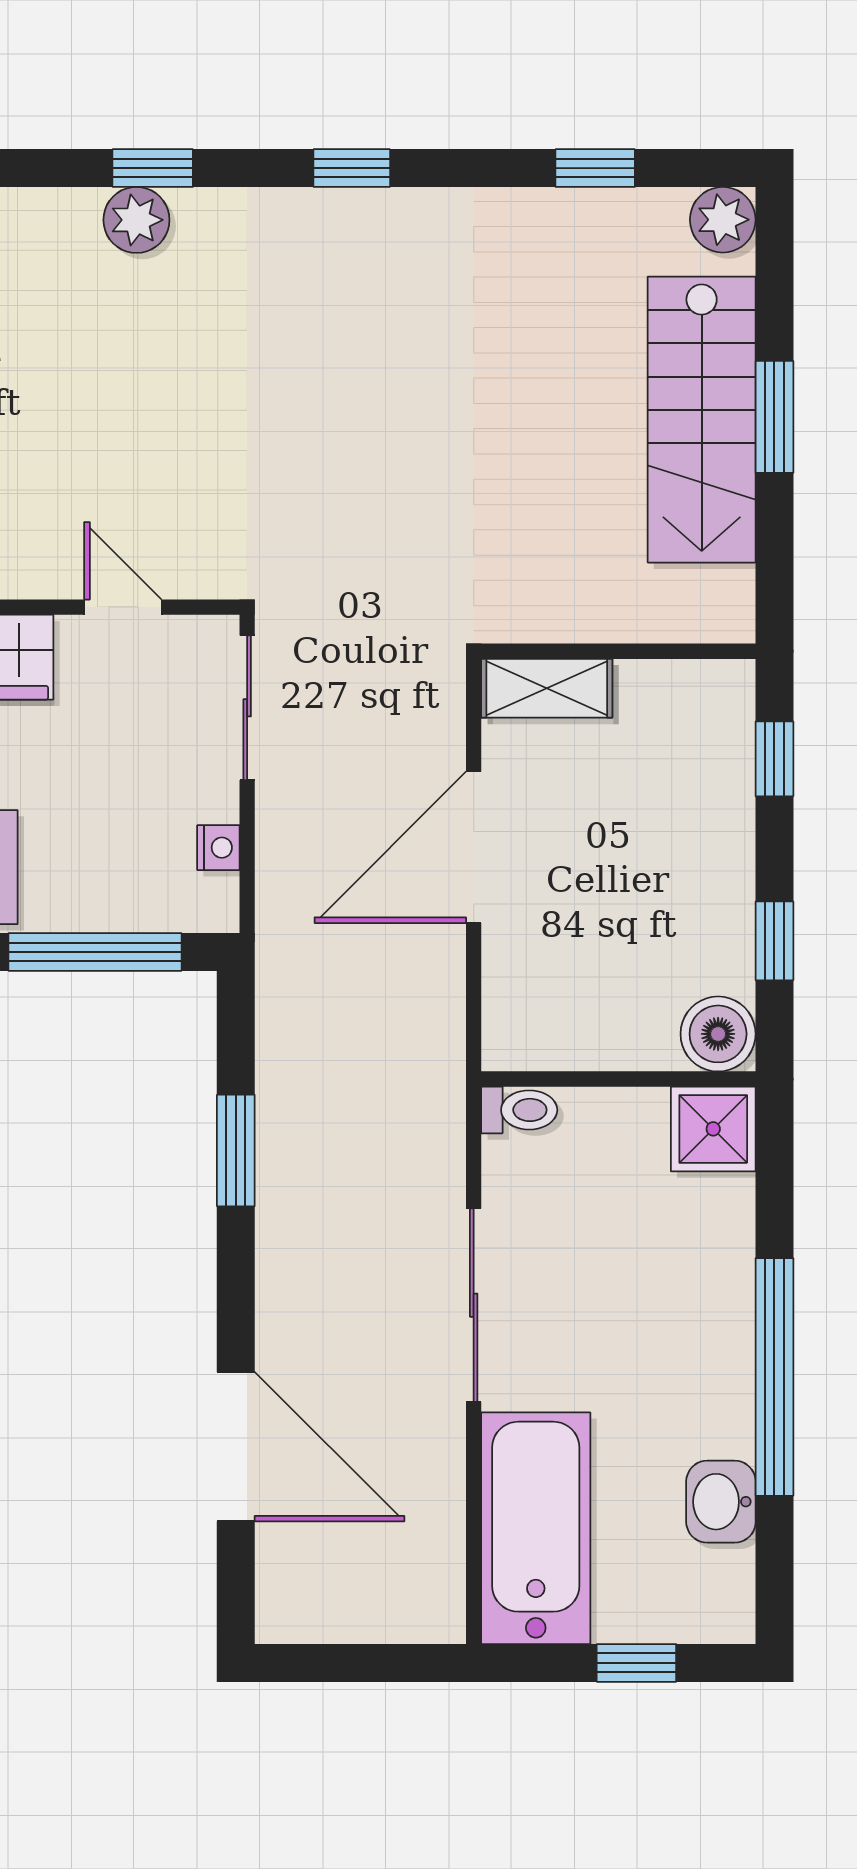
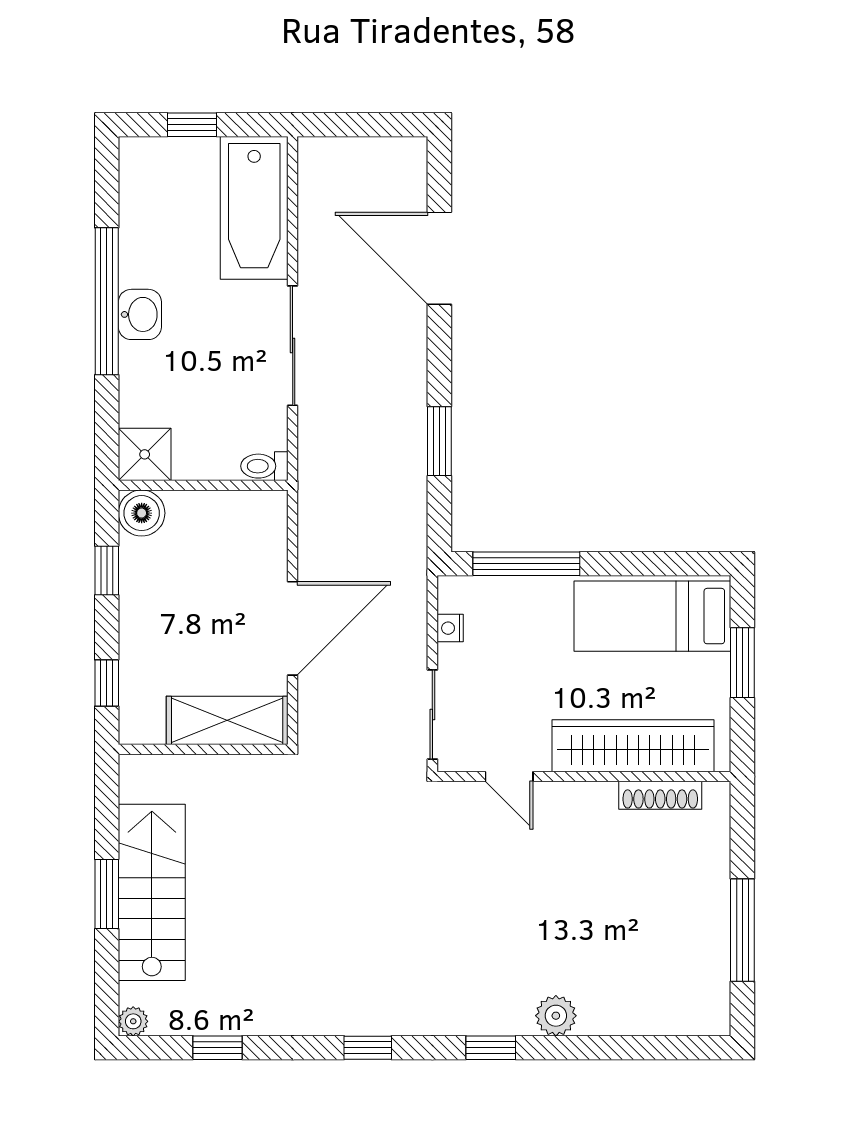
plant: (136, 220) -> (556, 1016), moved
plant: (723, 220) -> (133, 1021), width x0.73, depth x0.73
shelving: (547, 688) -> (227, 720), width x1.50, depth x1.33
washbasin: (721, 1502) -> (140, 314), moved

